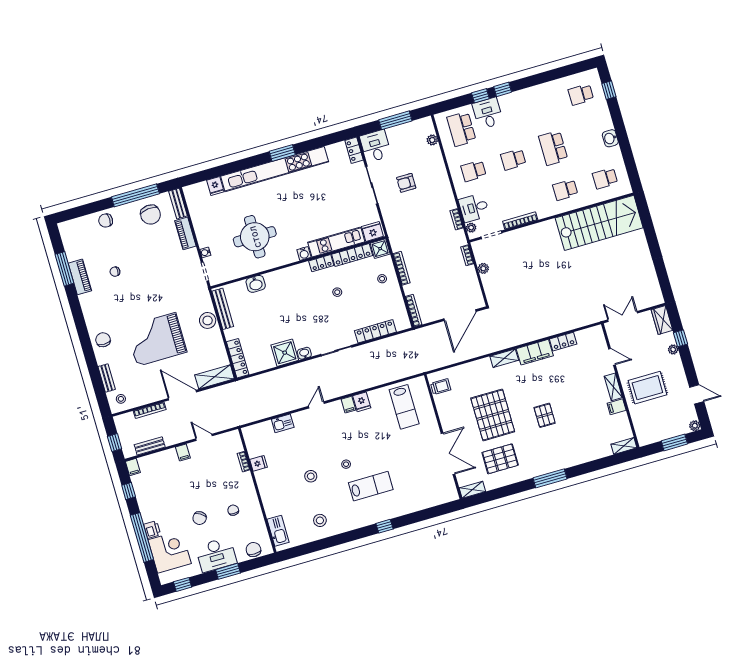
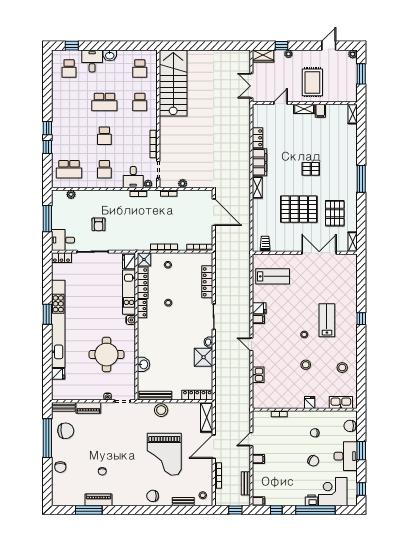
desk: (488, 113) -> (92, 61), moved, turned 90
fridge: (259, 463) -> (310, 403), moved

